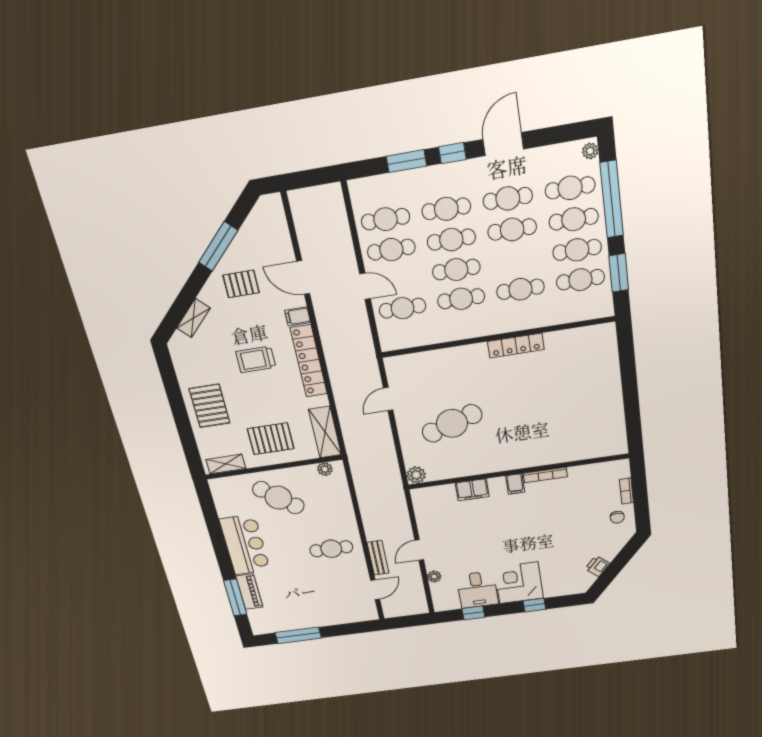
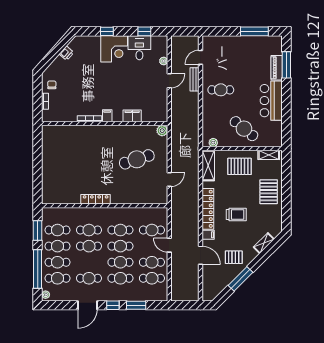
cafe table: (512, 230) -> (89, 246), moved

